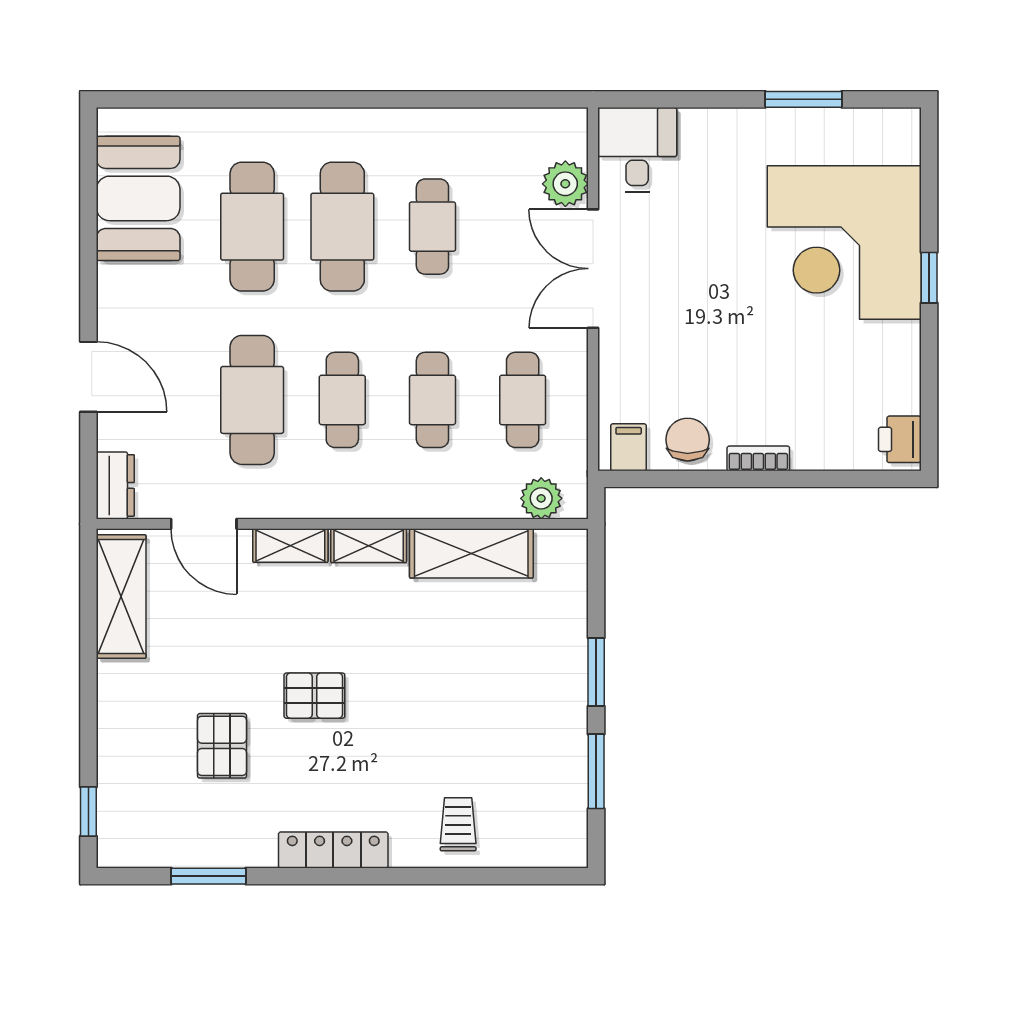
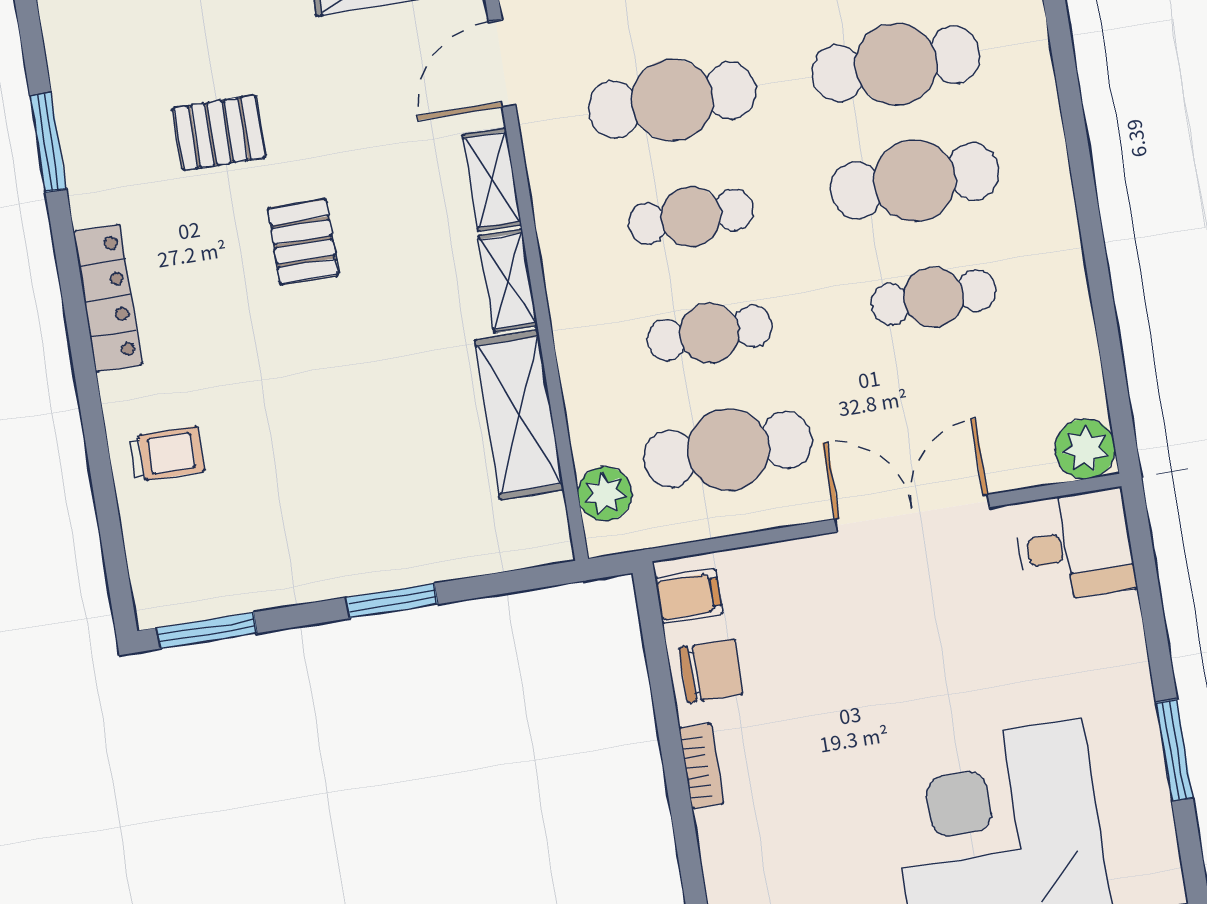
plant: (565, 184) -> (1085, 449), moved
cafe table: (523, 400) -> (728, 450), width x1.37, depth x1.35
window: (596, 771) -> (207, 630), moved

